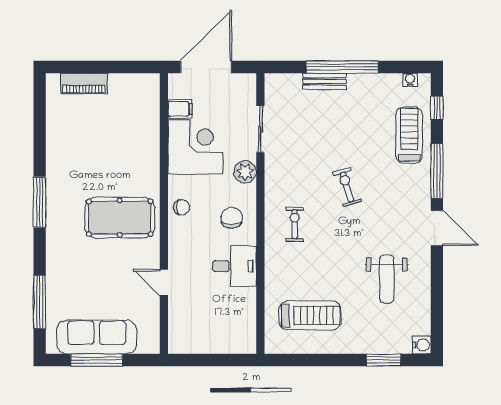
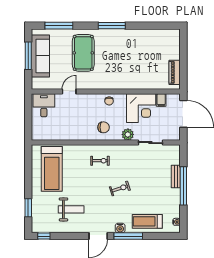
piano: (84, 83) -> (175, 72), moved
window: (437, 108) -> (44, 236), moved
treadmill: (409, 135) -> (147, 221), turned 180
pool table: (120, 218) -> (83, 53), moved
desk: (234, 266) -> (44, 105), moved, turned 180
weight bench: (387, 279) -> (71, 209), turned 180
treadmill: (310, 315) -> (52, 169), width x1.37, depth x1.38
water cooler: (422, 345) -> (120, 228), moved

